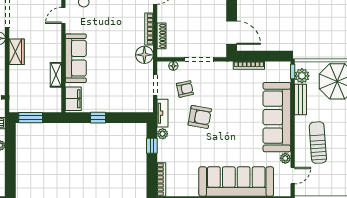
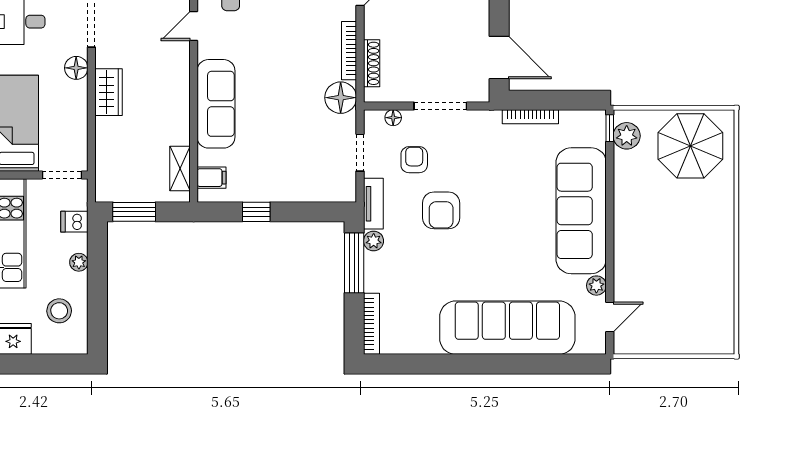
shelving: (56, 75) -> (180, 168), moved
armchair: (185, 89) -> (414, 160), turned -78
filing cabinet: (73, 99) -> (212, 178), width x0.50
bench: (300, 100) -> (624, 179), removed
armchair: (200, 117) -> (441, 210), turned 80
sun lounger: (318, 143) -> (656, 257), removed
window: (152, 146) -> (354, 263), width x2.17

